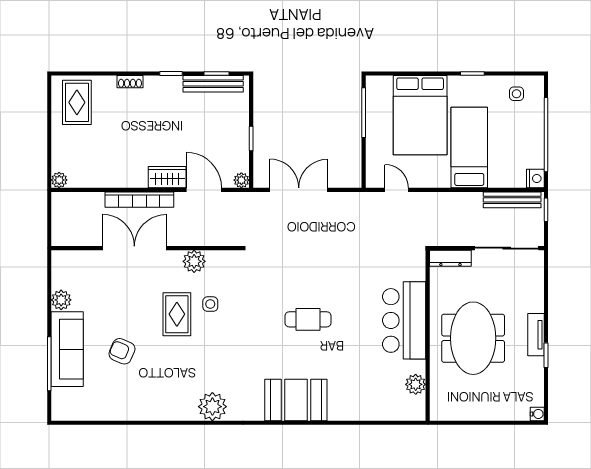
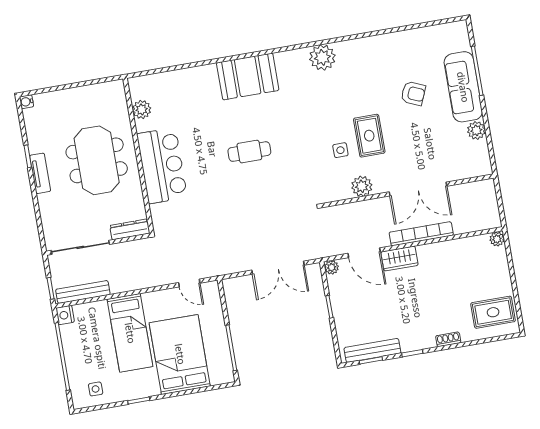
rug: (77, 102) -> (493, 312), turned 90

